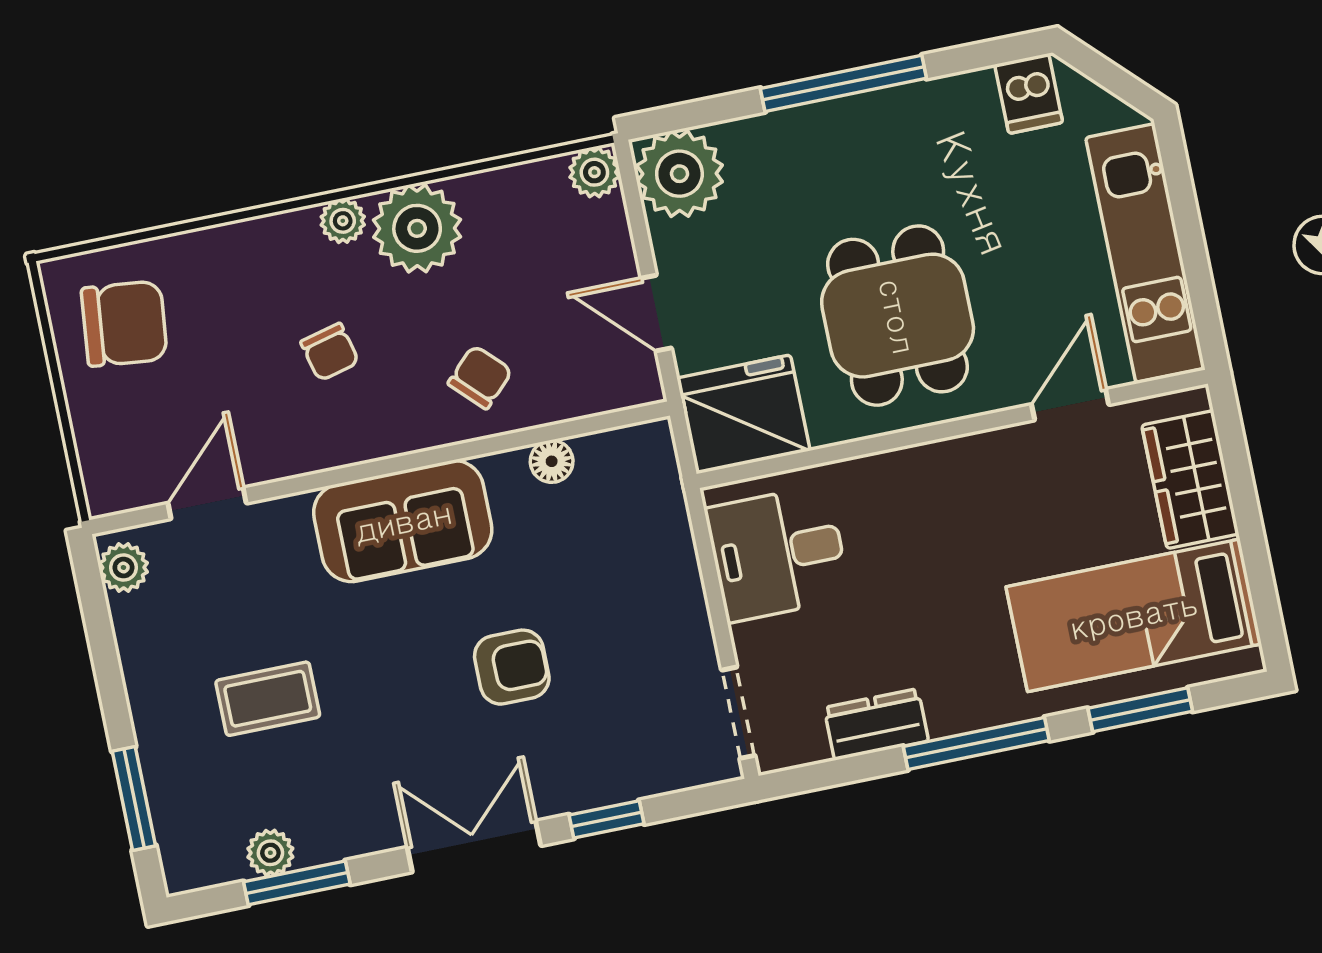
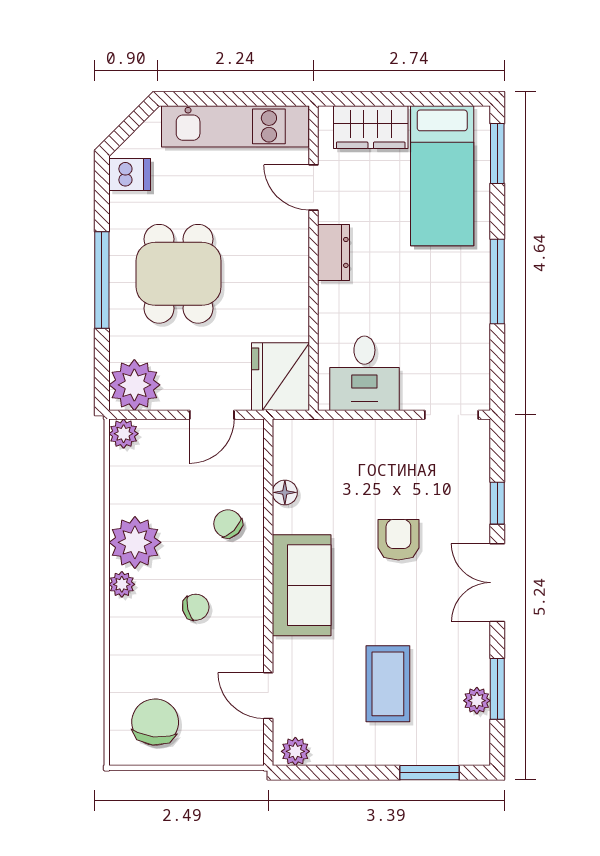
dining table: (898, 316) -> (179, 274), moved, turned 90
coffee table: (268, 699) -> (388, 684), width x1.36, depth x1.30
window: (1140, 710) -> (497, 153), moved
dresser: (876, 724) -> (333, 252), moved, turned 180

